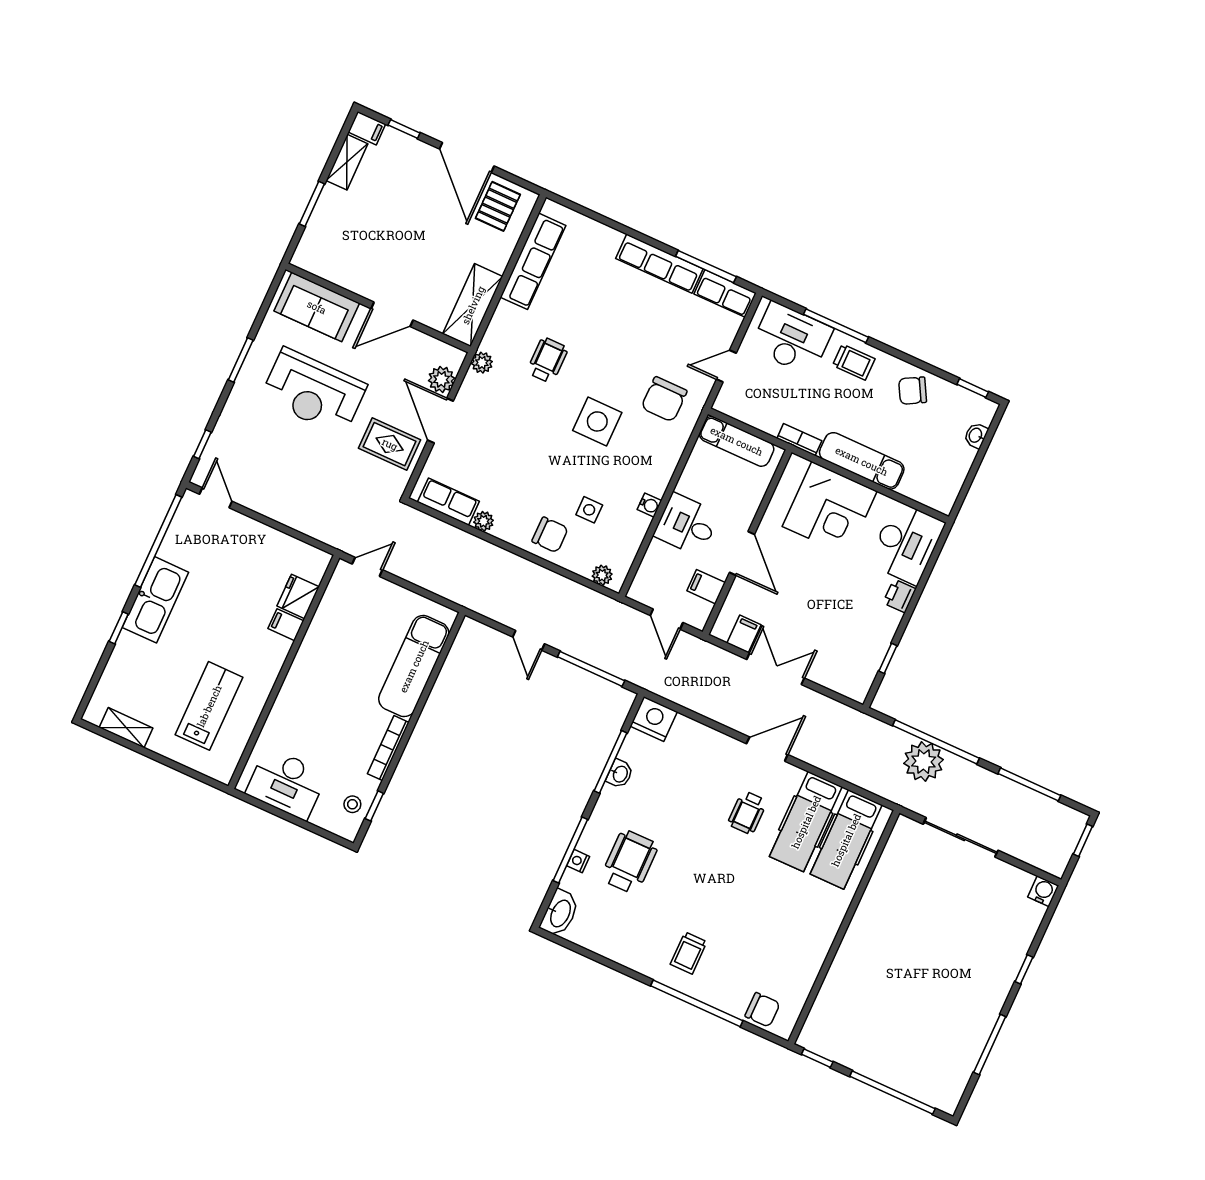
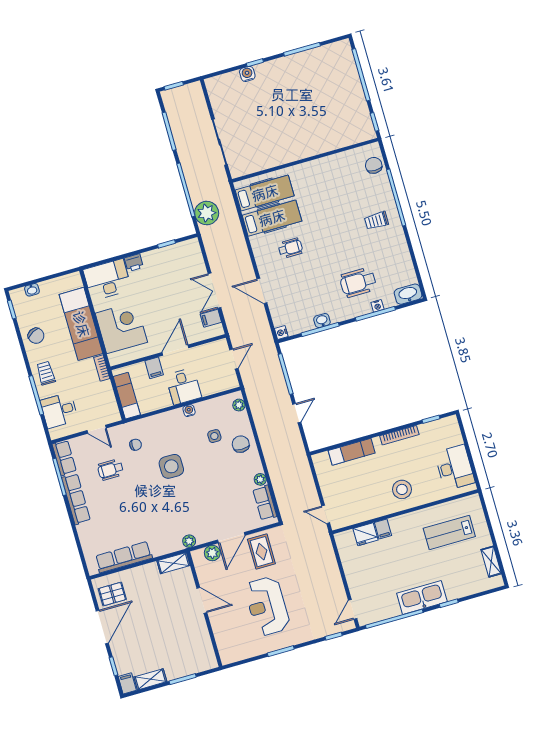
shelving: (473, 305) -> (173, 563), width x0.67, depth x0.75
sofa: (317, 307) -> (228, 637), removed
desk: (792, 339) -> (59, 410), width x0.73
wheelchair: (547, 360) -> (111, 470), moved
reception desk: (314, 392) -> (267, 606), turned 180
chair: (664, 399) -> (136, 445), width x0.54, depth x0.54
exam couch: (862, 461) -> (81, 324), width x1.36, depth x1.45
filing cabinet: (706, 587) -> (154, 368), moved
exam couch: (414, 666) -> (352, 452), width x0.73, depth x0.69
nightstand: (654, 719) -> (281, 333), width x0.53, depth x0.56
door: (767, 749) -> (262, 291), moved
plant: (924, 762) -> (207, 213), moved
stool: (352, 804) -> (402, 489), moved, width x1.89, depth x1.89
water cooler: (1043, 891) -> (247, 74), moved, turned 90
trolley: (689, 953) -> (376, 221), turned 180

